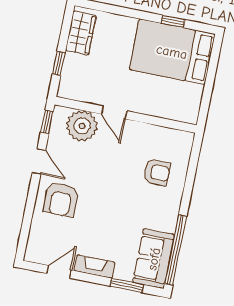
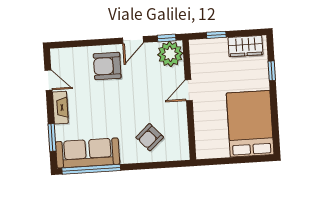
window: (173, 21) -> (272, 71), moved
plant: (82, 126) -> (170, 54), moved
armchair: (157, 172) -> (150, 137), turned 48
sofa: (154, 259) -> (88, 153), width x1.36

